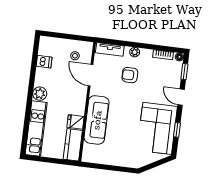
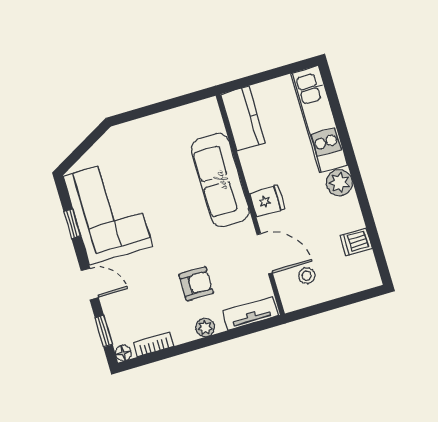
fridge: (76, 122) -> (267, 201), moved

